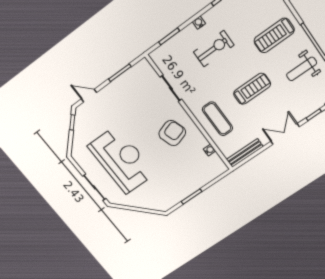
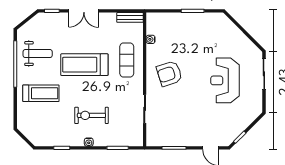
treadmill: (252, 89) -> (84, 65), width x1.37, depth x1.38
bench: (245, 153) -> (130, 17), width x0.73
reception desk: (122, 160) -> (225, 80), width x0.74, depth x0.77

